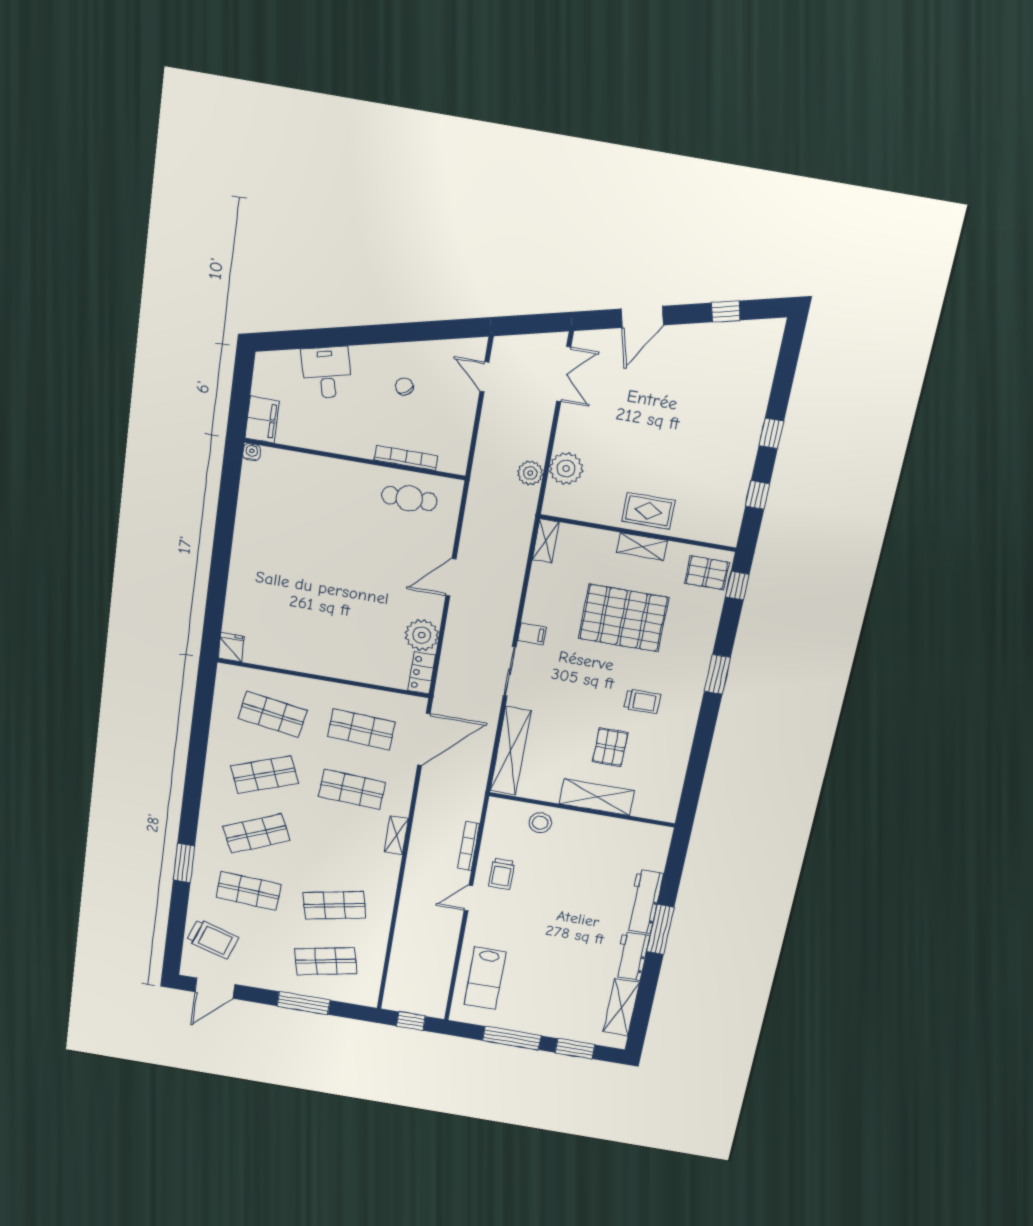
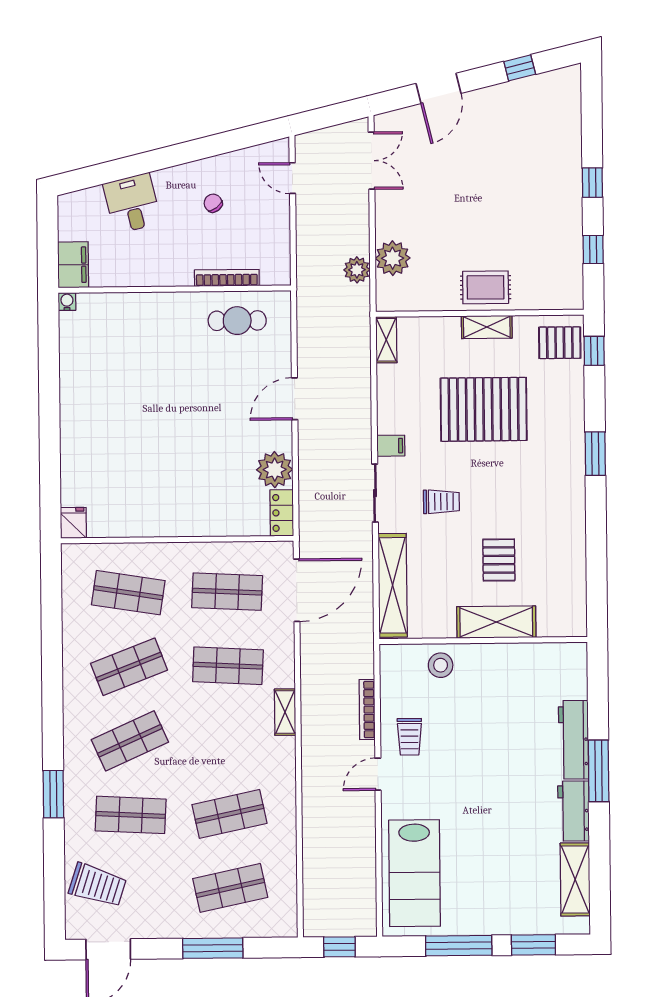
trolley: (642, 701) -> (441, 502), moved
lab bench: (485, 978) -> (414, 873), width x1.36, depth x1.39

